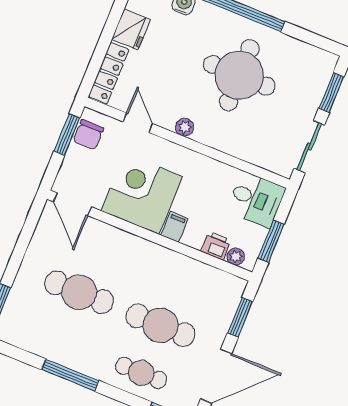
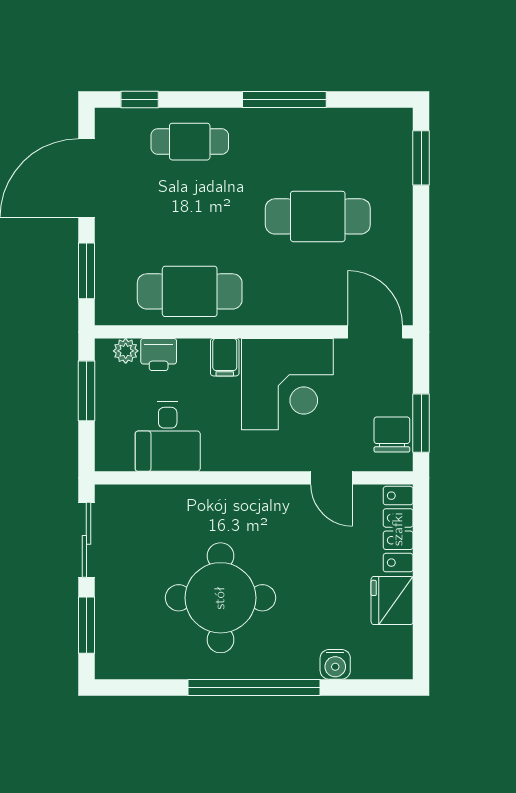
plant: (185, 127) -> (266, 498), removed
desk: (256, 199) -> (168, 437), moved, turned -90
cafe table: (160, 325) -> (190, 291), moved

